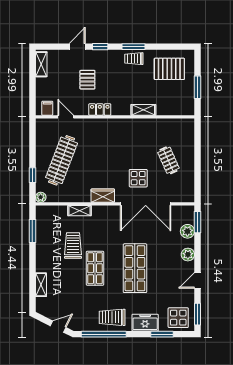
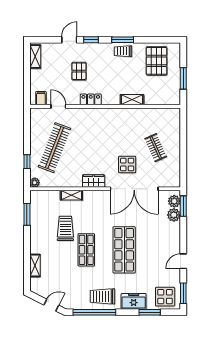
pallet: (169, 69) -> (157, 61), turned 90
plant: (188, 255) -> (174, 201), moved

